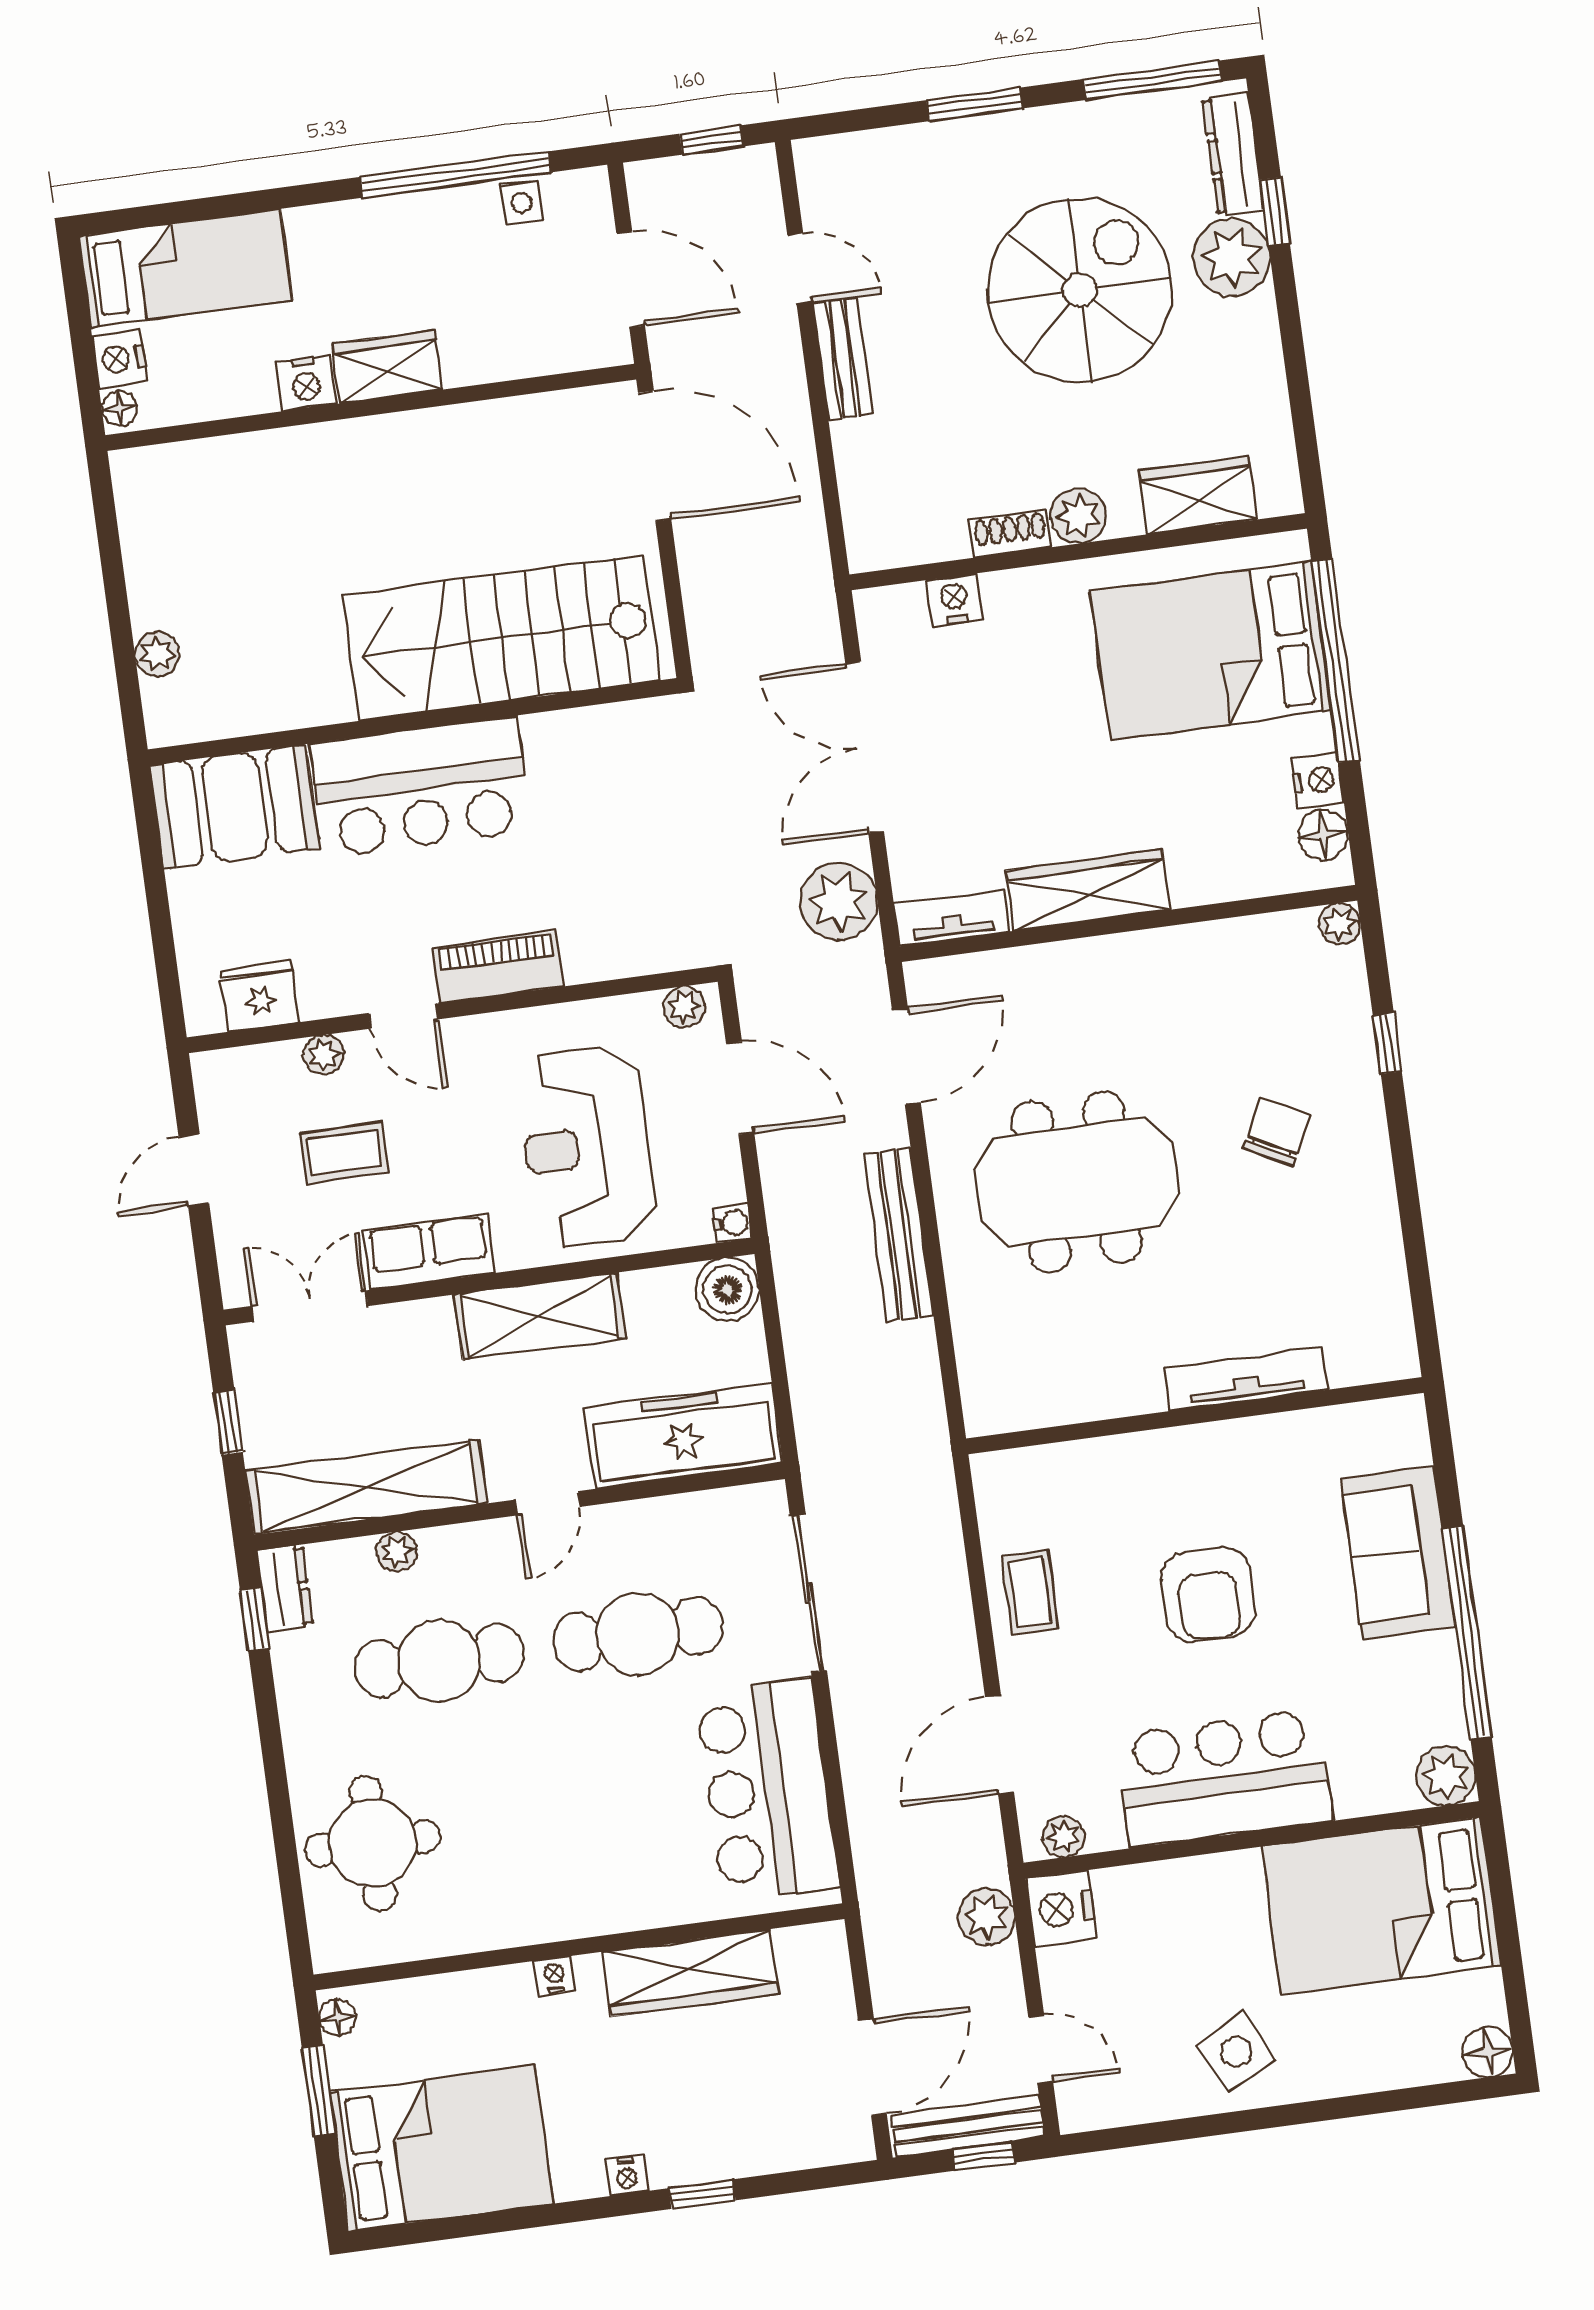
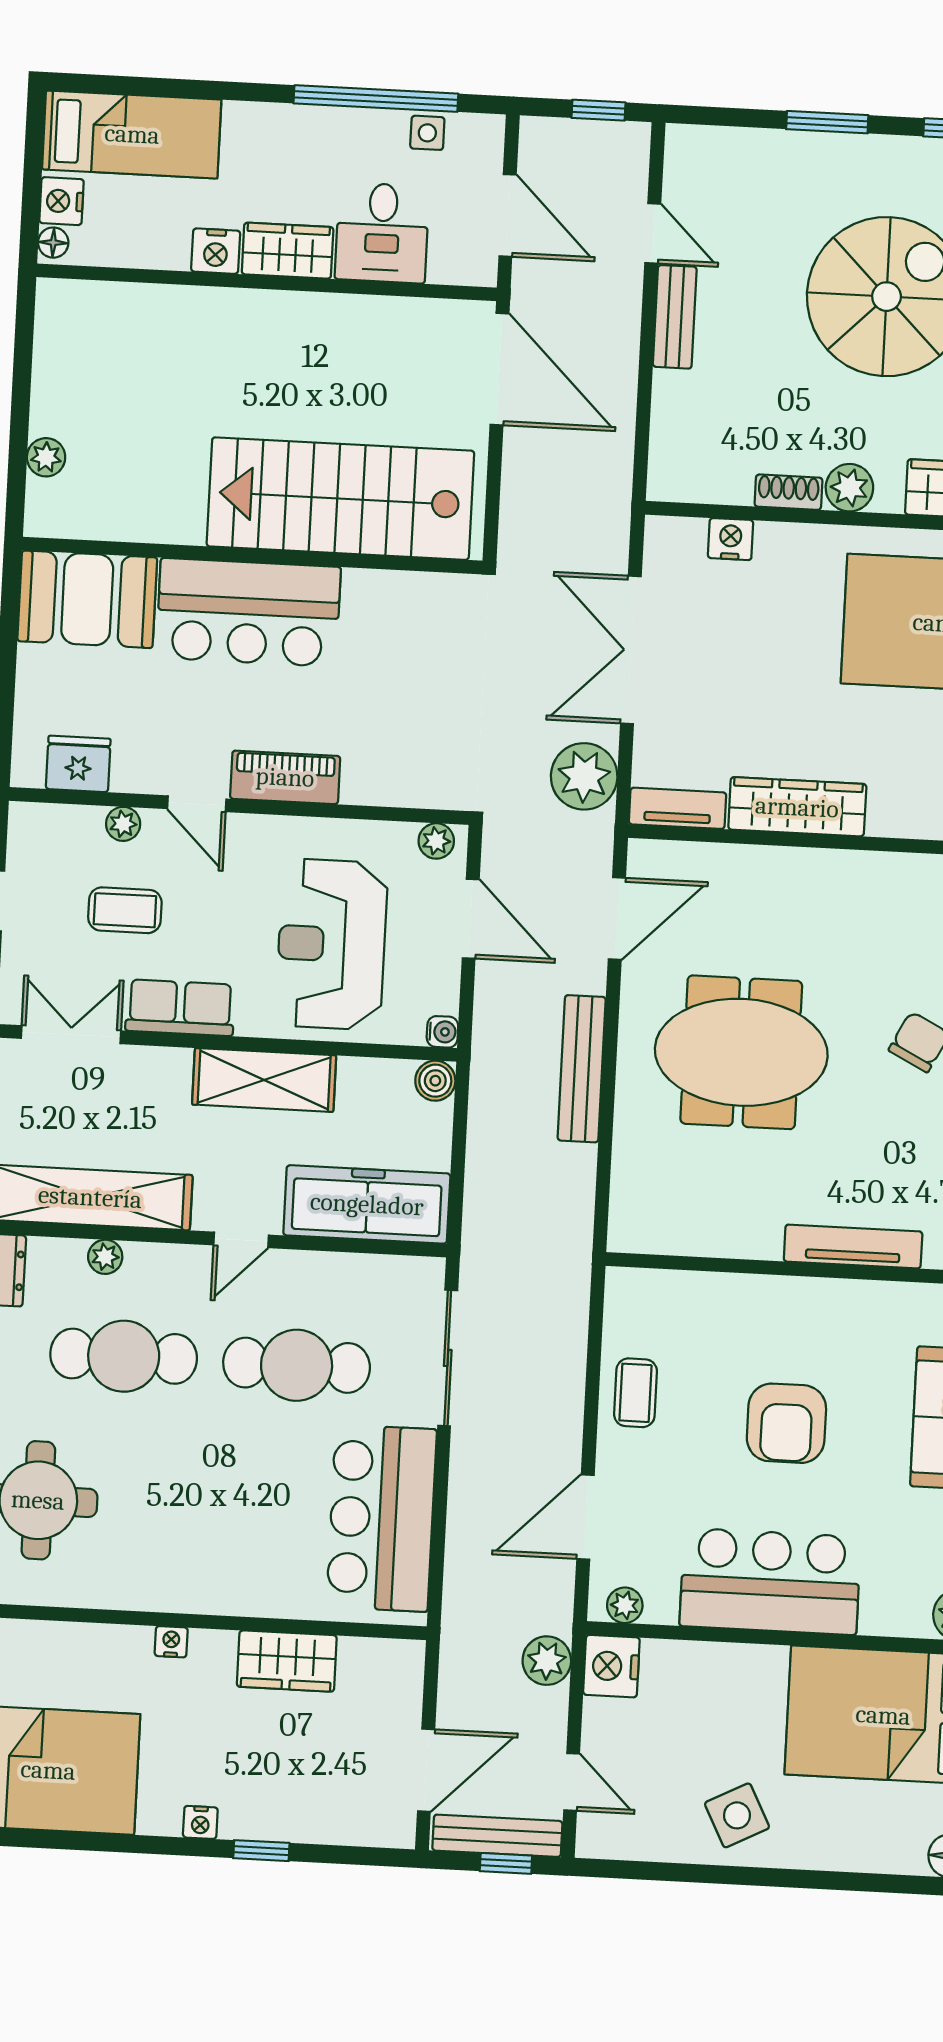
desk: (492, 326) -> (382, 233), added
boiler: (727, 1290) -> (435, 1081), width x0.73, depth x0.73
wardrobe: (690, 1973) -> (287, 1661), width x0.67

